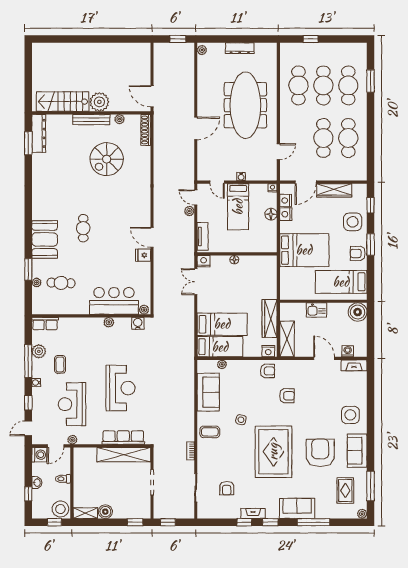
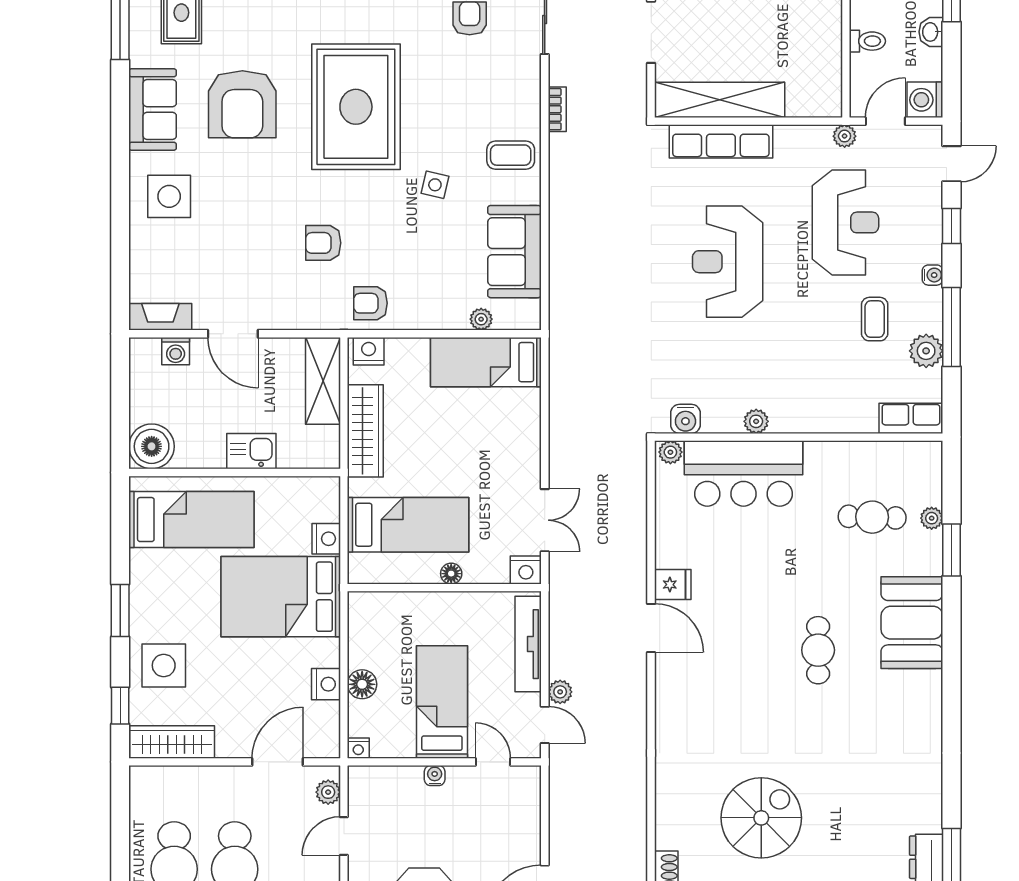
plant: (285, 170) -> (328, 792), added
wardrobe: (334, 190) -> (172, 742), moved
nightstand: (286, 200) -> (326, 539), moved
tv unit: (203, 236) -> (528, 644), width x1.41
armchair: (358, 253) -> (151, 589), removed
bed: (222, 324) -> (408, 525), moved, turned 180

